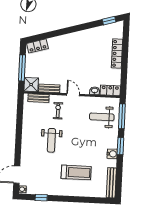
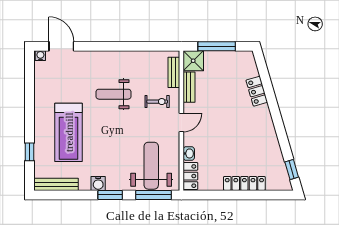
locker: (37, 46) -> (257, 91), moved
weight bench: (102, 117) -> (151, 166), width x1.36, depth x1.33
treadmill: (76, 172) -> (69, 132), width x1.37, depth x1.38
window: (41, 198) -> (30, 152), moved

